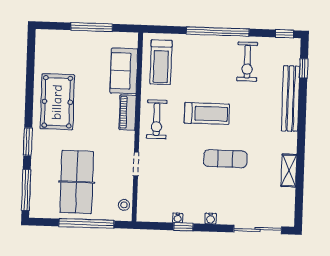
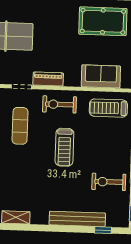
pool table: (57, 102) -> (103, 21), moved
piano: (128, 112) -> (48, 79), moved
exercise mat: (225, 159) -> (20, 126), moved

